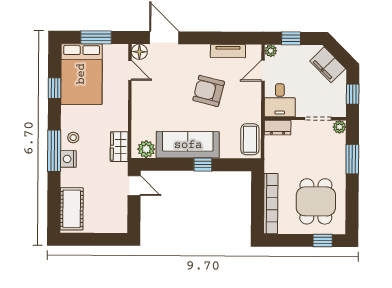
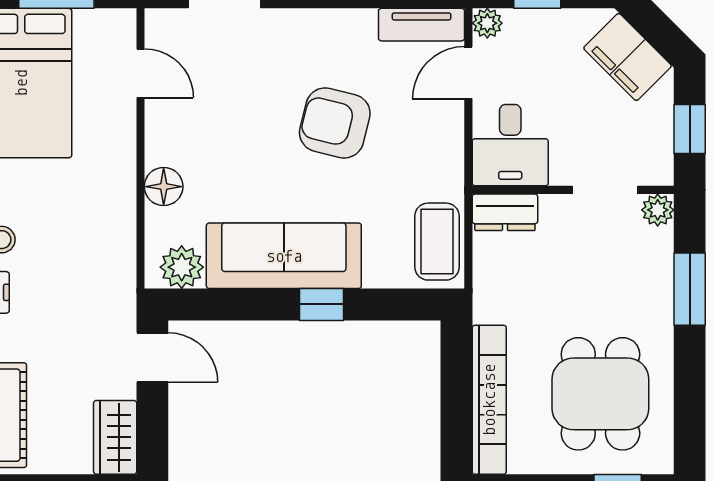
tv unit: (228, 51) -> (421, 25), moved
floor lamp: (139, 52) -> (164, 187), moved
wardrobe: (119, 147) -> (115, 437), moved

